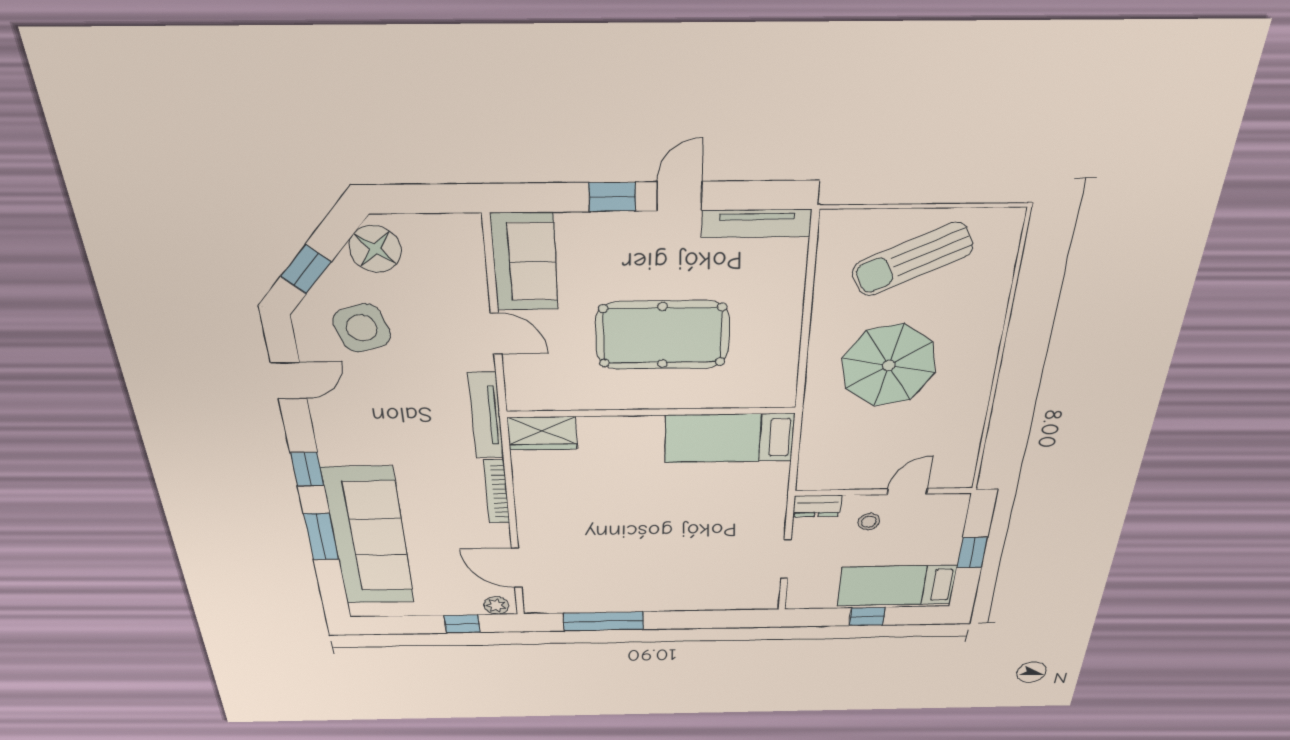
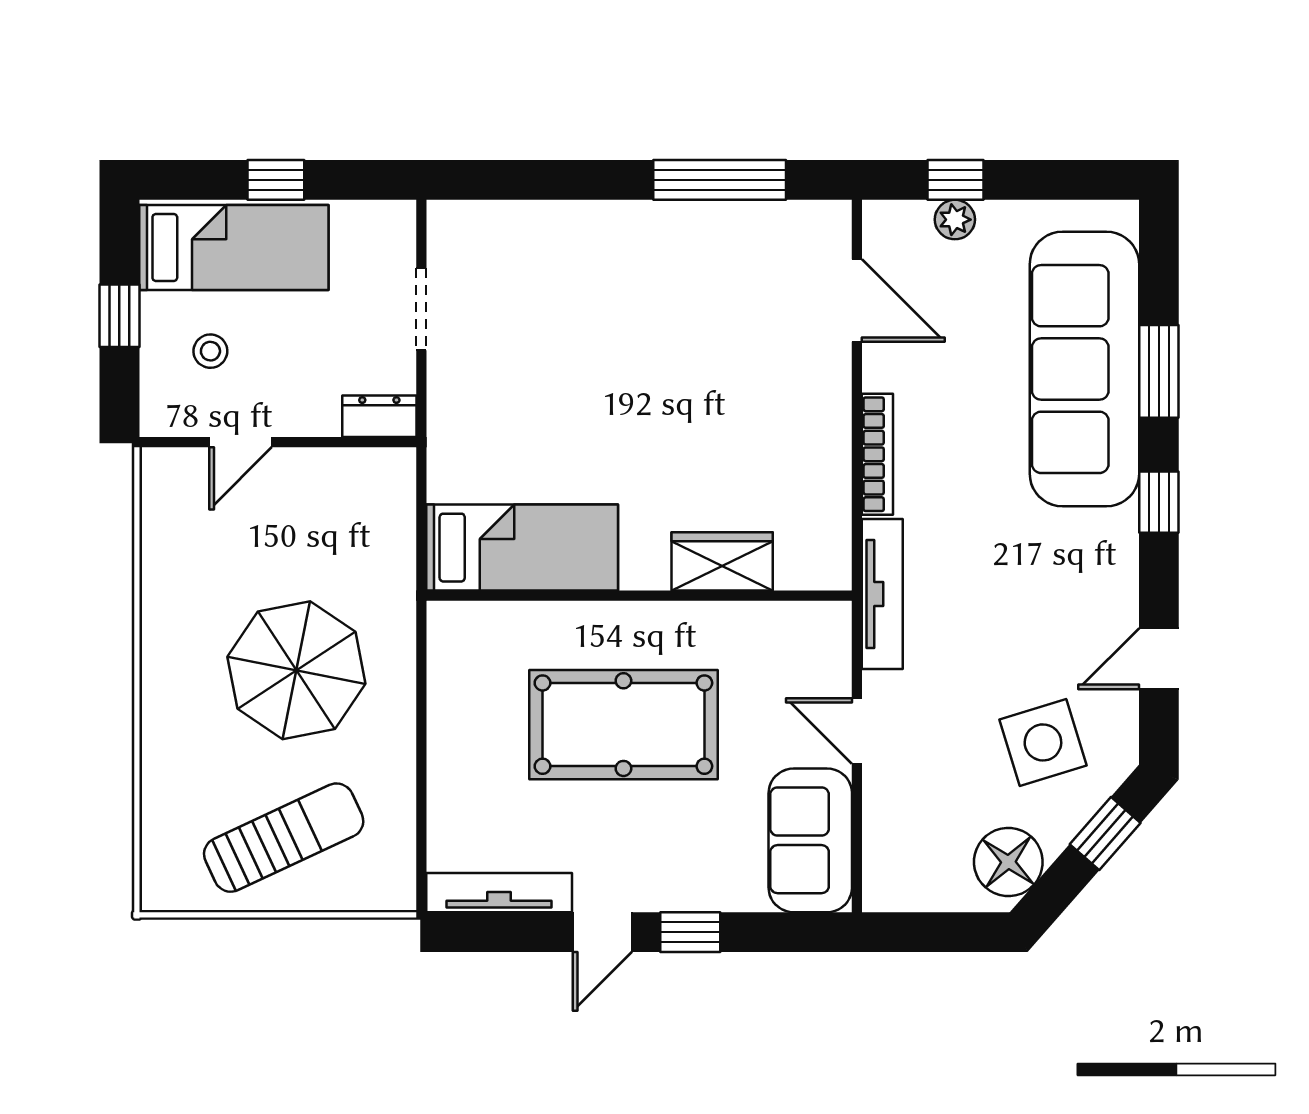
wardrobe: (542, 433) -> (722, 561), moved
stool: (869, 522) -> (210, 351), moved
plant: (496, 606) -> (955, 220), moved

